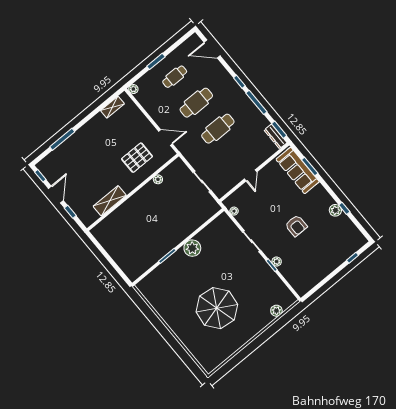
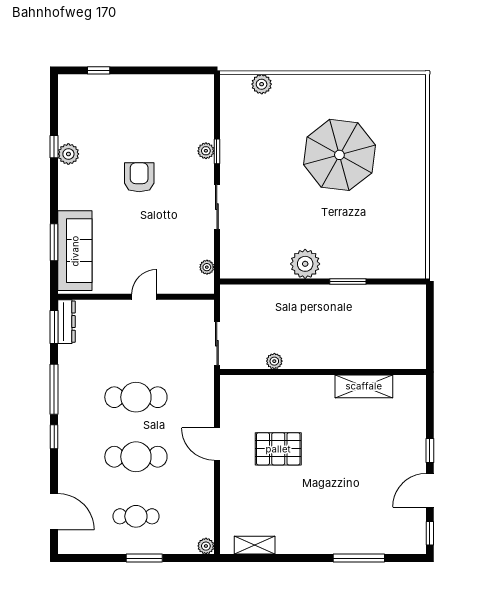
plant: (158, 179) -> (274, 361), moved
wall: (133, 192) -> (323, 372), moved
shelving: (110, 201) -> (364, 386), moved

